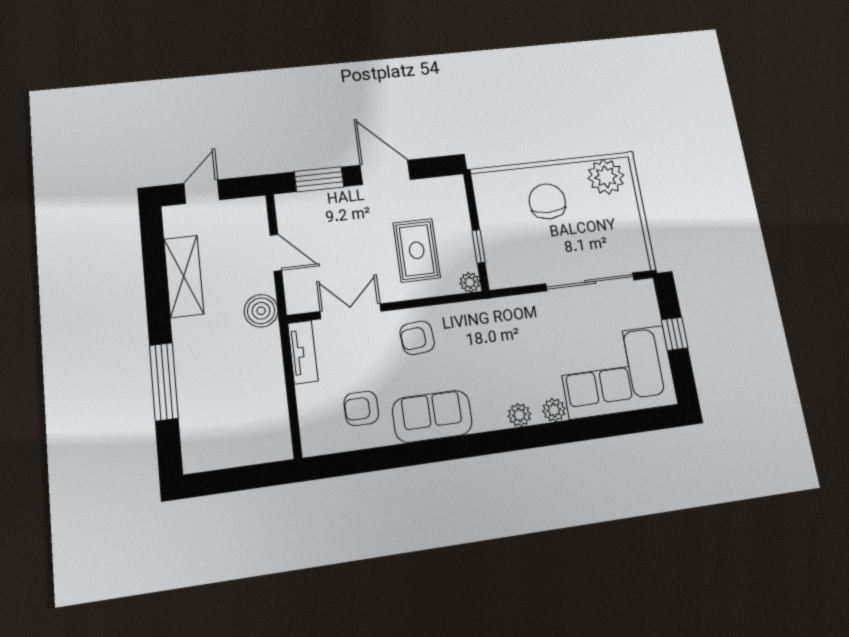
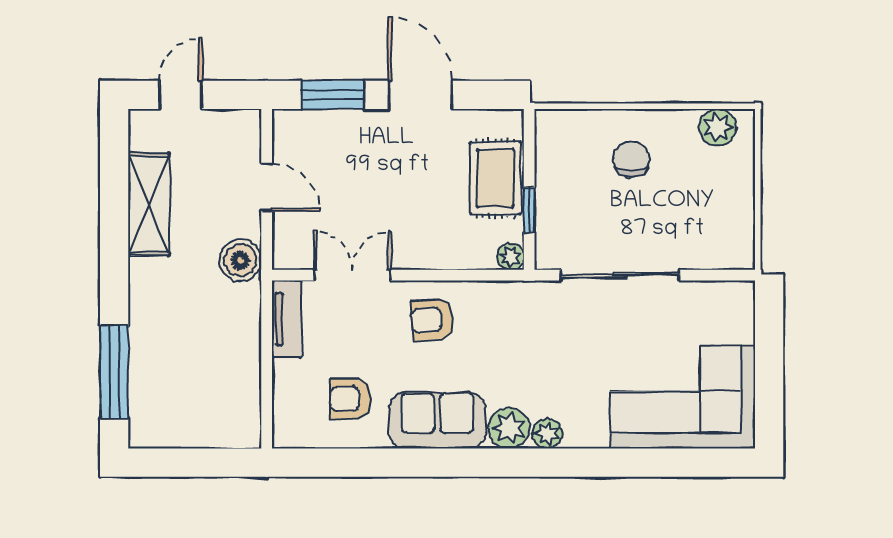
plant: (606, 177) -> (718, 127), width x0.73, depth x0.73
chair: (547, 201) -> (631, 159), width x0.73, depth x0.73
rug: (417, 250) -> (495, 178), moved
sliding door: (590, 282) -> (620, 275), moved
window: (675, 334) -> (769, 358), removed
window: (164, 382) -> (114, 372), moved
plant: (554, 410) -> (509, 428), moved, width x1.38, depth x1.38

